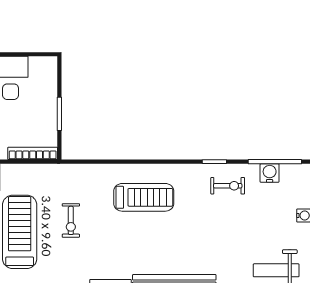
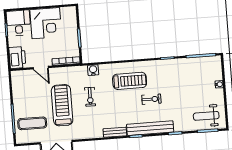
water cooler: (270, 173) -> (93, 70), moved
exercise bike: (228, 186) -> (151, 99), moved

